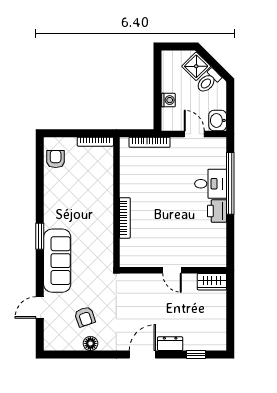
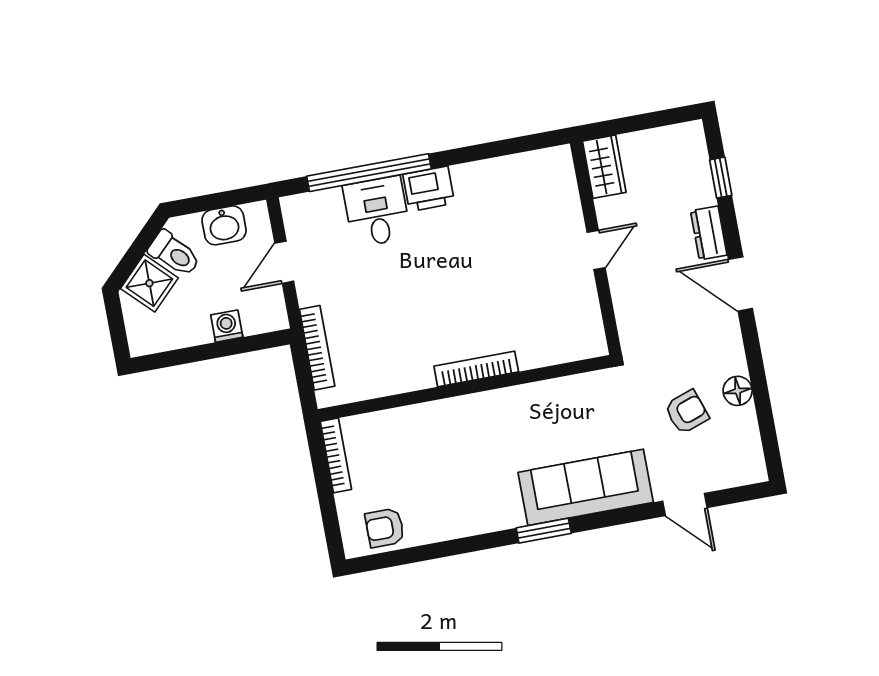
washbasin: (218, 120) -> (224, 225), moved
door: (172, 270) -> (596, 250), moved
wall: (173, 270) -> (596, 248), moved
wardrobe: (212, 282) -> (604, 167), moved

